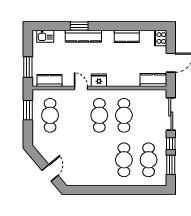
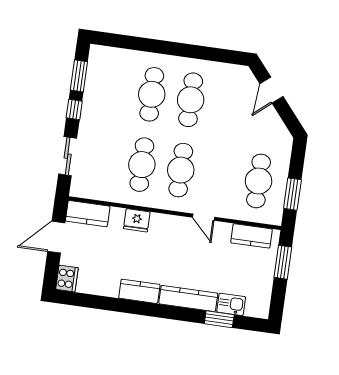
window: (79, 26) -> (219, 319), moved
kitchen sink: (45, 36) -> (231, 304), moved
kitchen counter: (127, 36) -> (139, 291), moved
fridge: (99, 80) -> (137, 220), moved
sliding door: (171, 114) -> (68, 156), width x0.73
cafe table: (149, 160) -> (191, 100), moved

